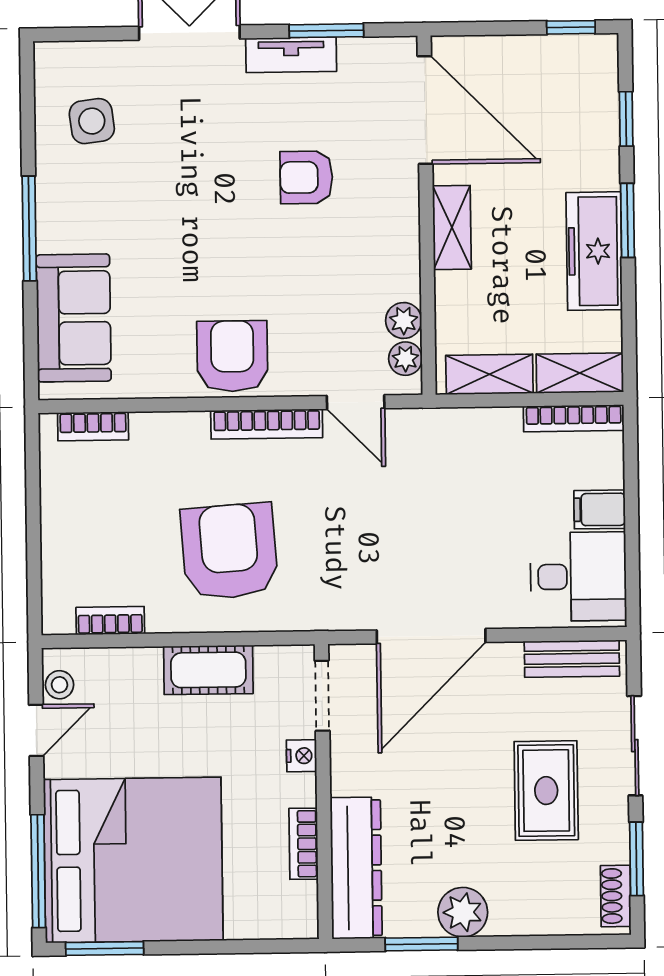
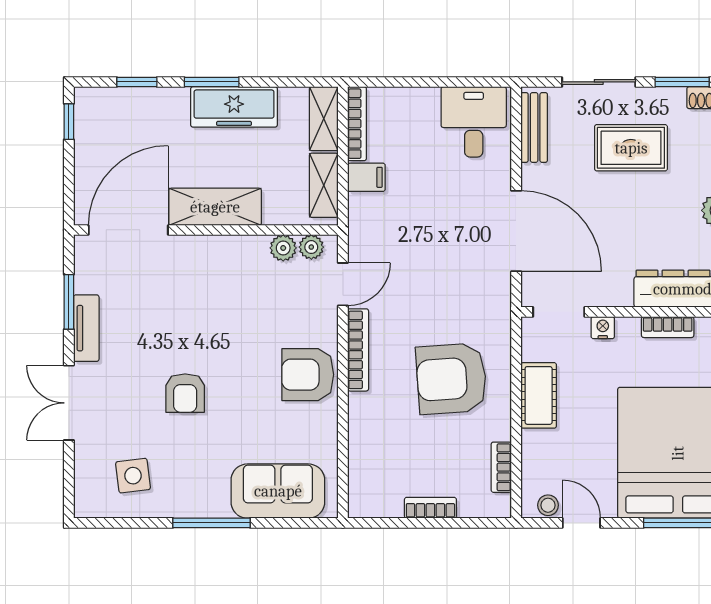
armchair: (306, 177) -> (185, 393), moved
shelving: (452, 227) -> (215, 207), width x1.50, depth x1.33
bookcase: (93, 426) -> (430, 508), moved, turned -90
filing cabinet: (600, 509) -> (366, 177), moved, turned -90

